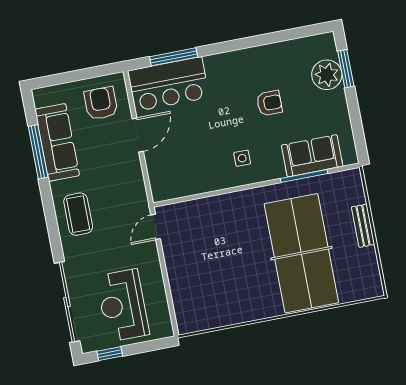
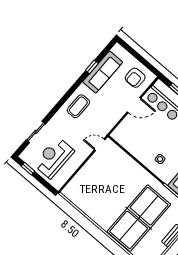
armchair: (101, 103) -> (135, 78), turned 180
window: (38, 152) -> (92, 67), width x0.46
sliding door: (67, 302) -> (36, 132), width x0.54

